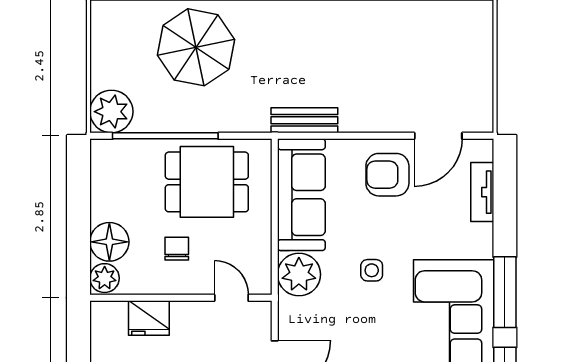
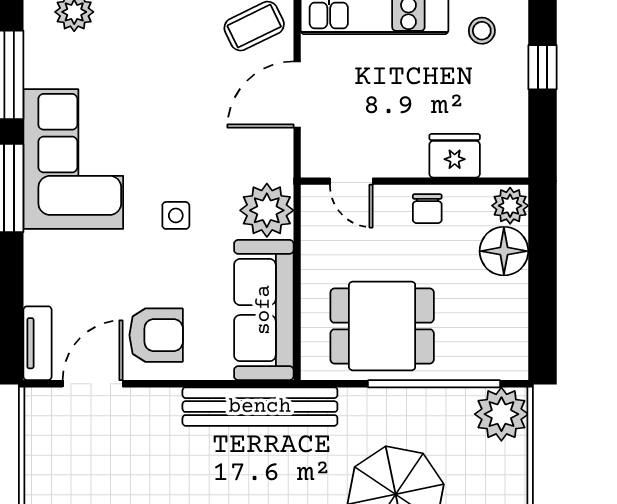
bench: (304, 120) -> (260, 407), width x1.86, depth x1.21
tv unit: (482, 192) -> (38, 343), moved
chair: (177, 249) -> (427, 209), moved

